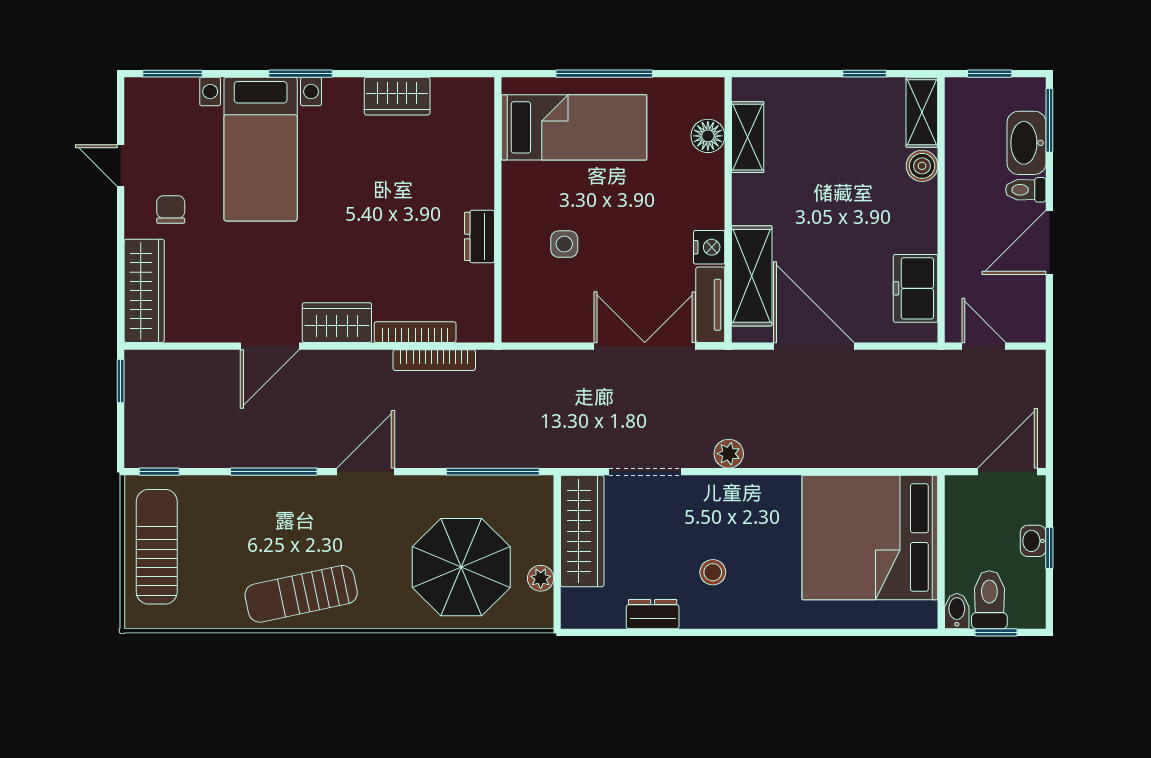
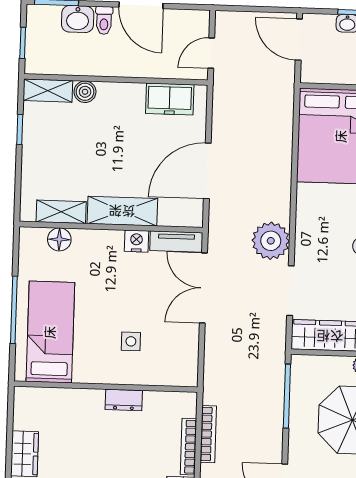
washbasin: (1027, 143) -> (78, 19), width x0.72
shelving: (752, 276) -> (122, 211), moved
plant: (729, 454) -> (271, 241), width x1.88, depth x1.88

